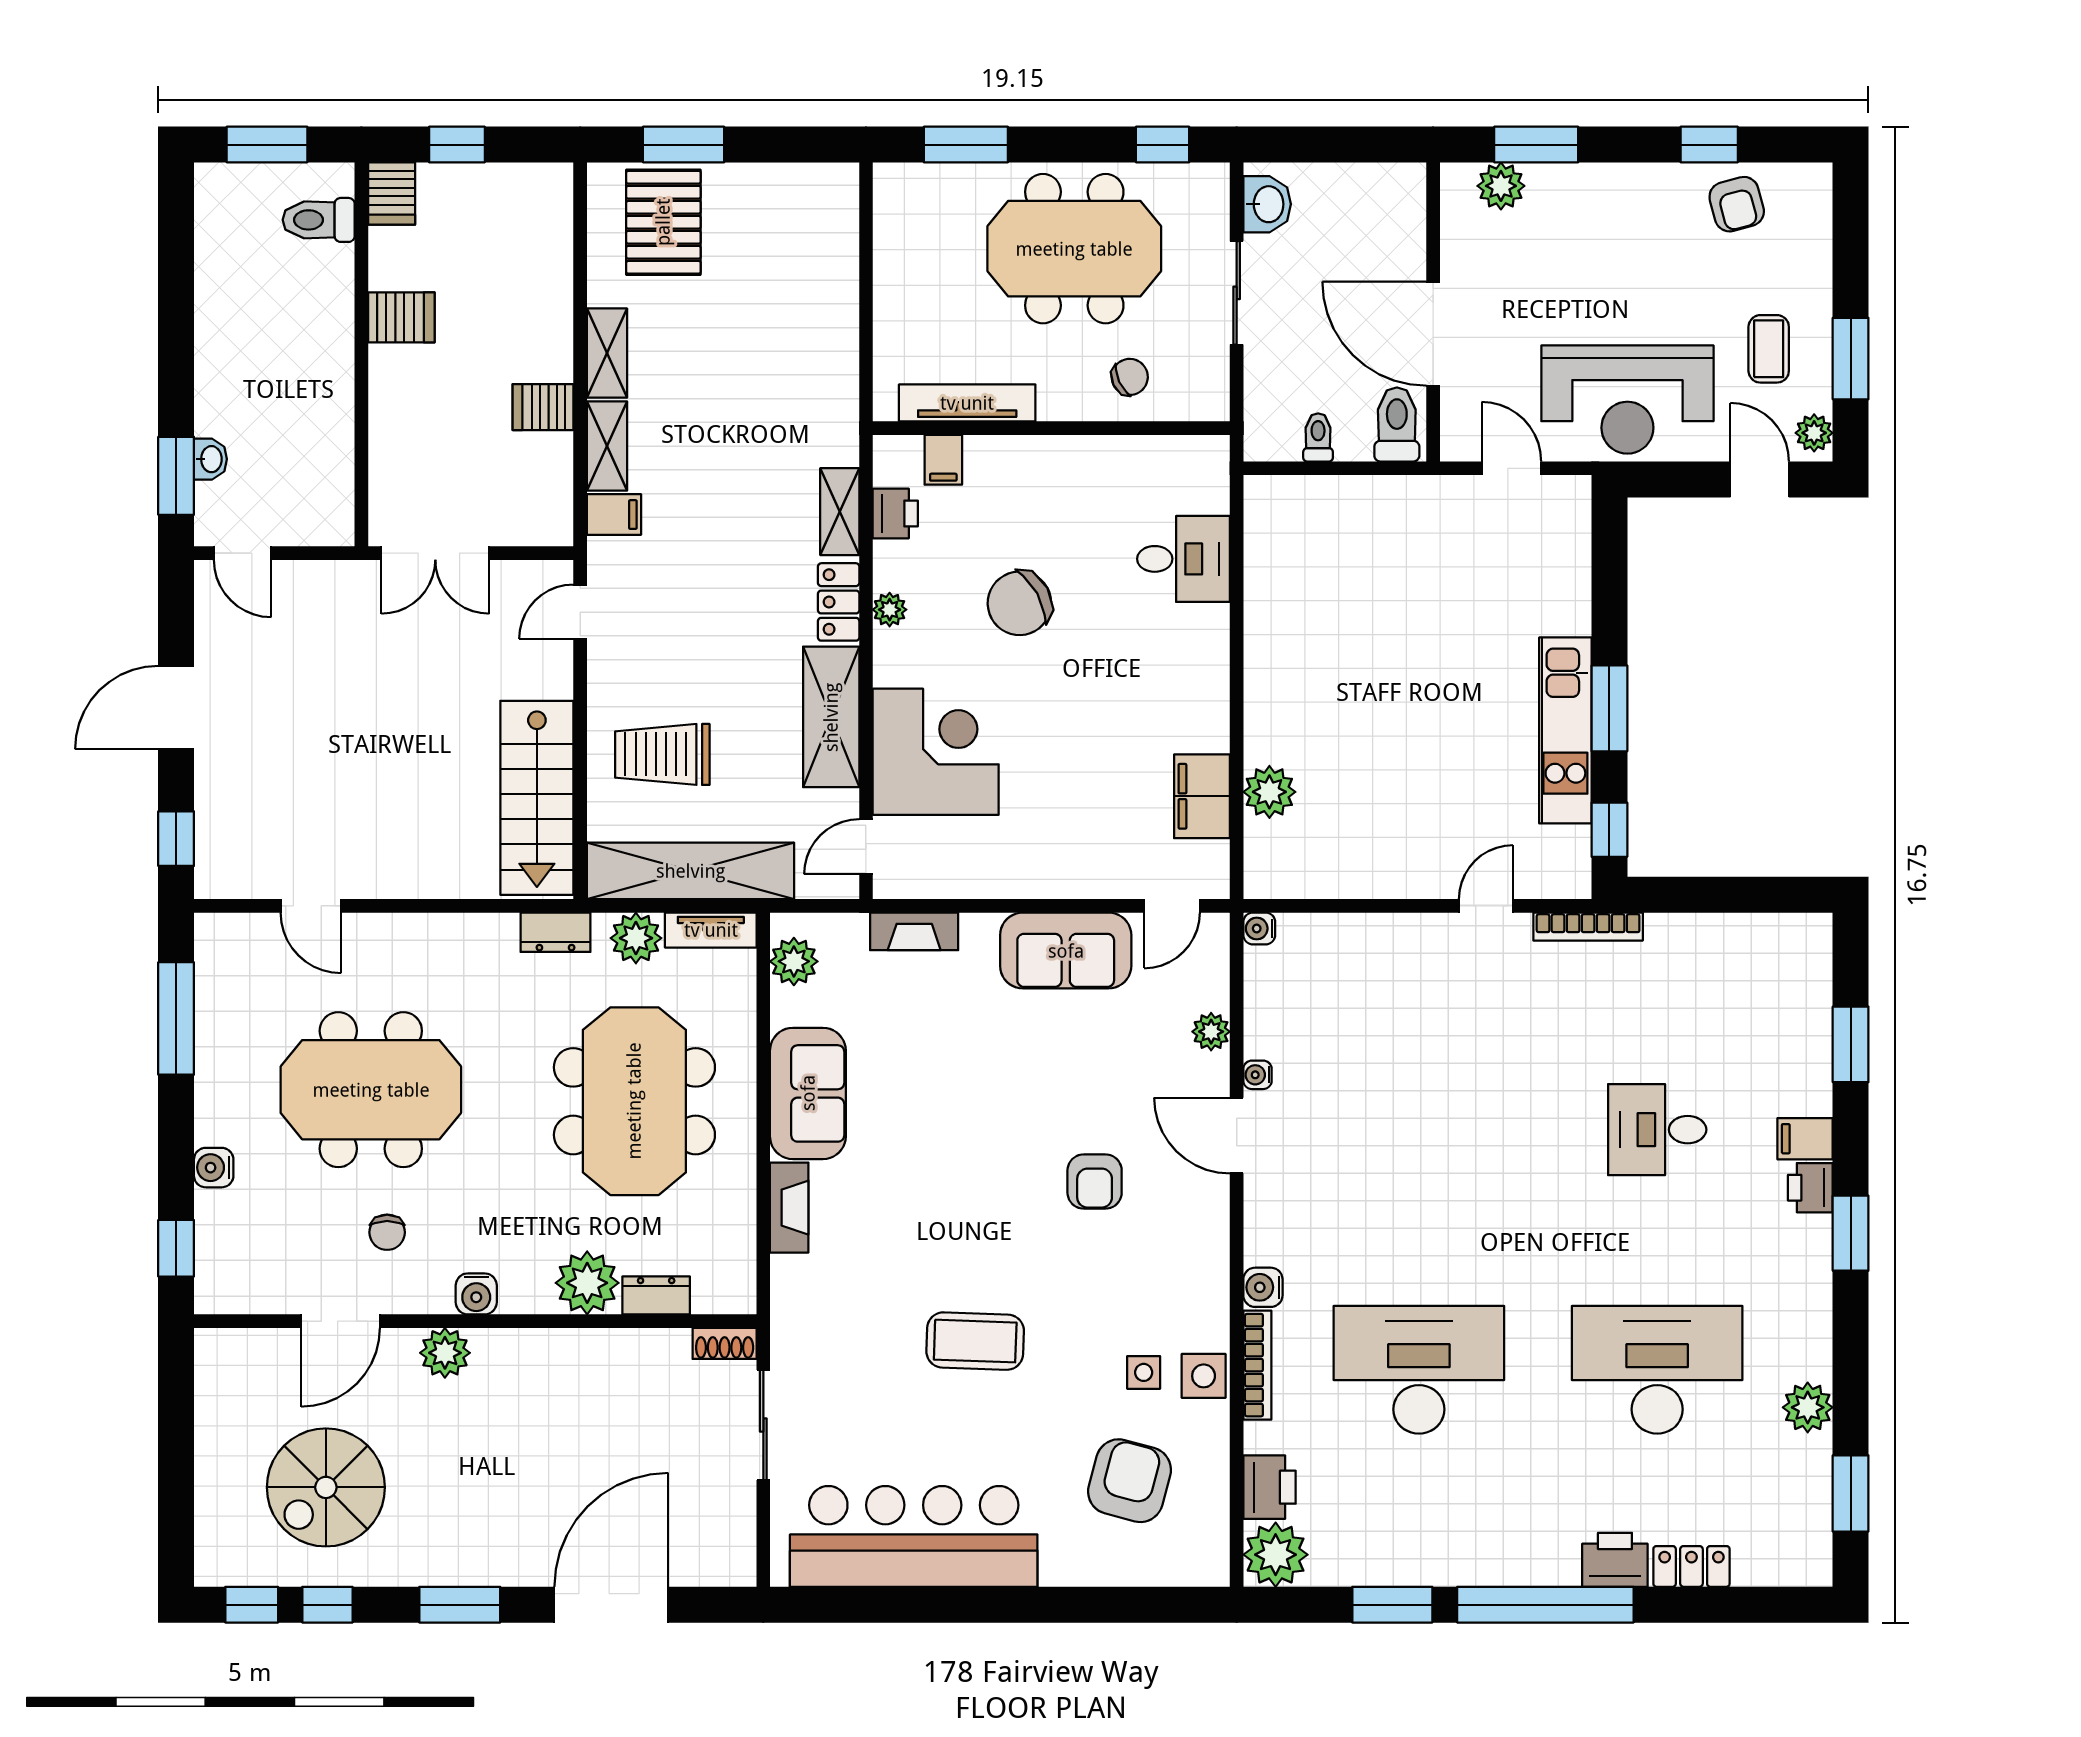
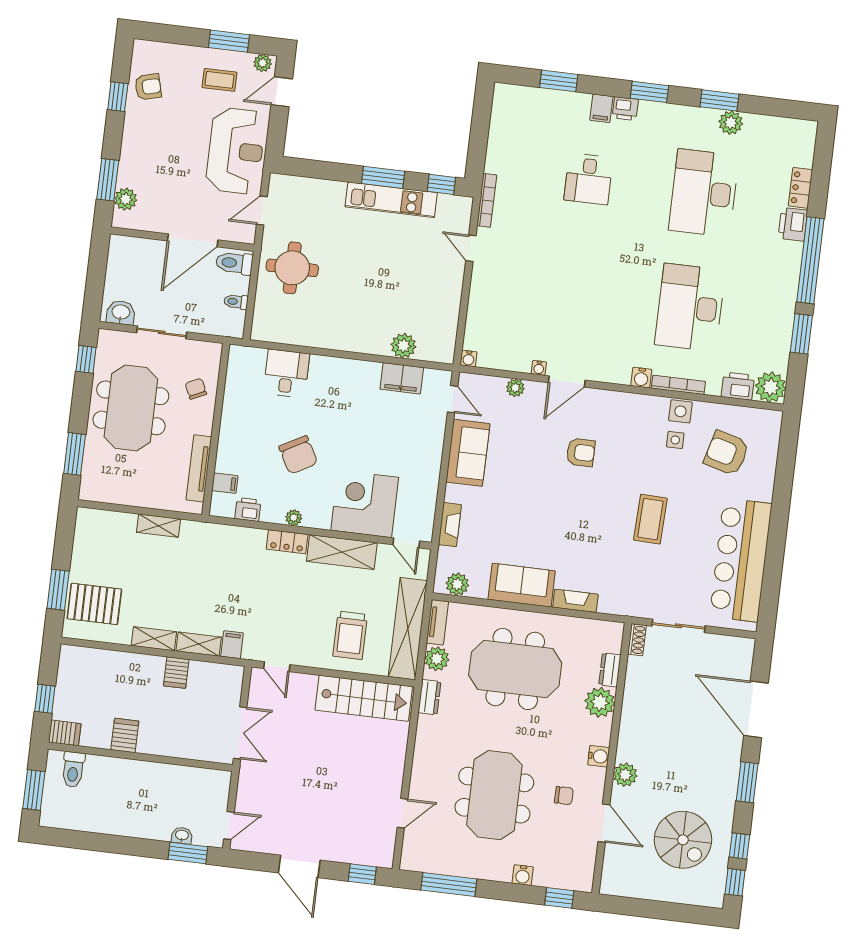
shelving: (840, 512) -> (158, 526), moved
round table: (1401, 545) -> (292, 268), added
window: (1851, 1493) -> (719, 100), moved

